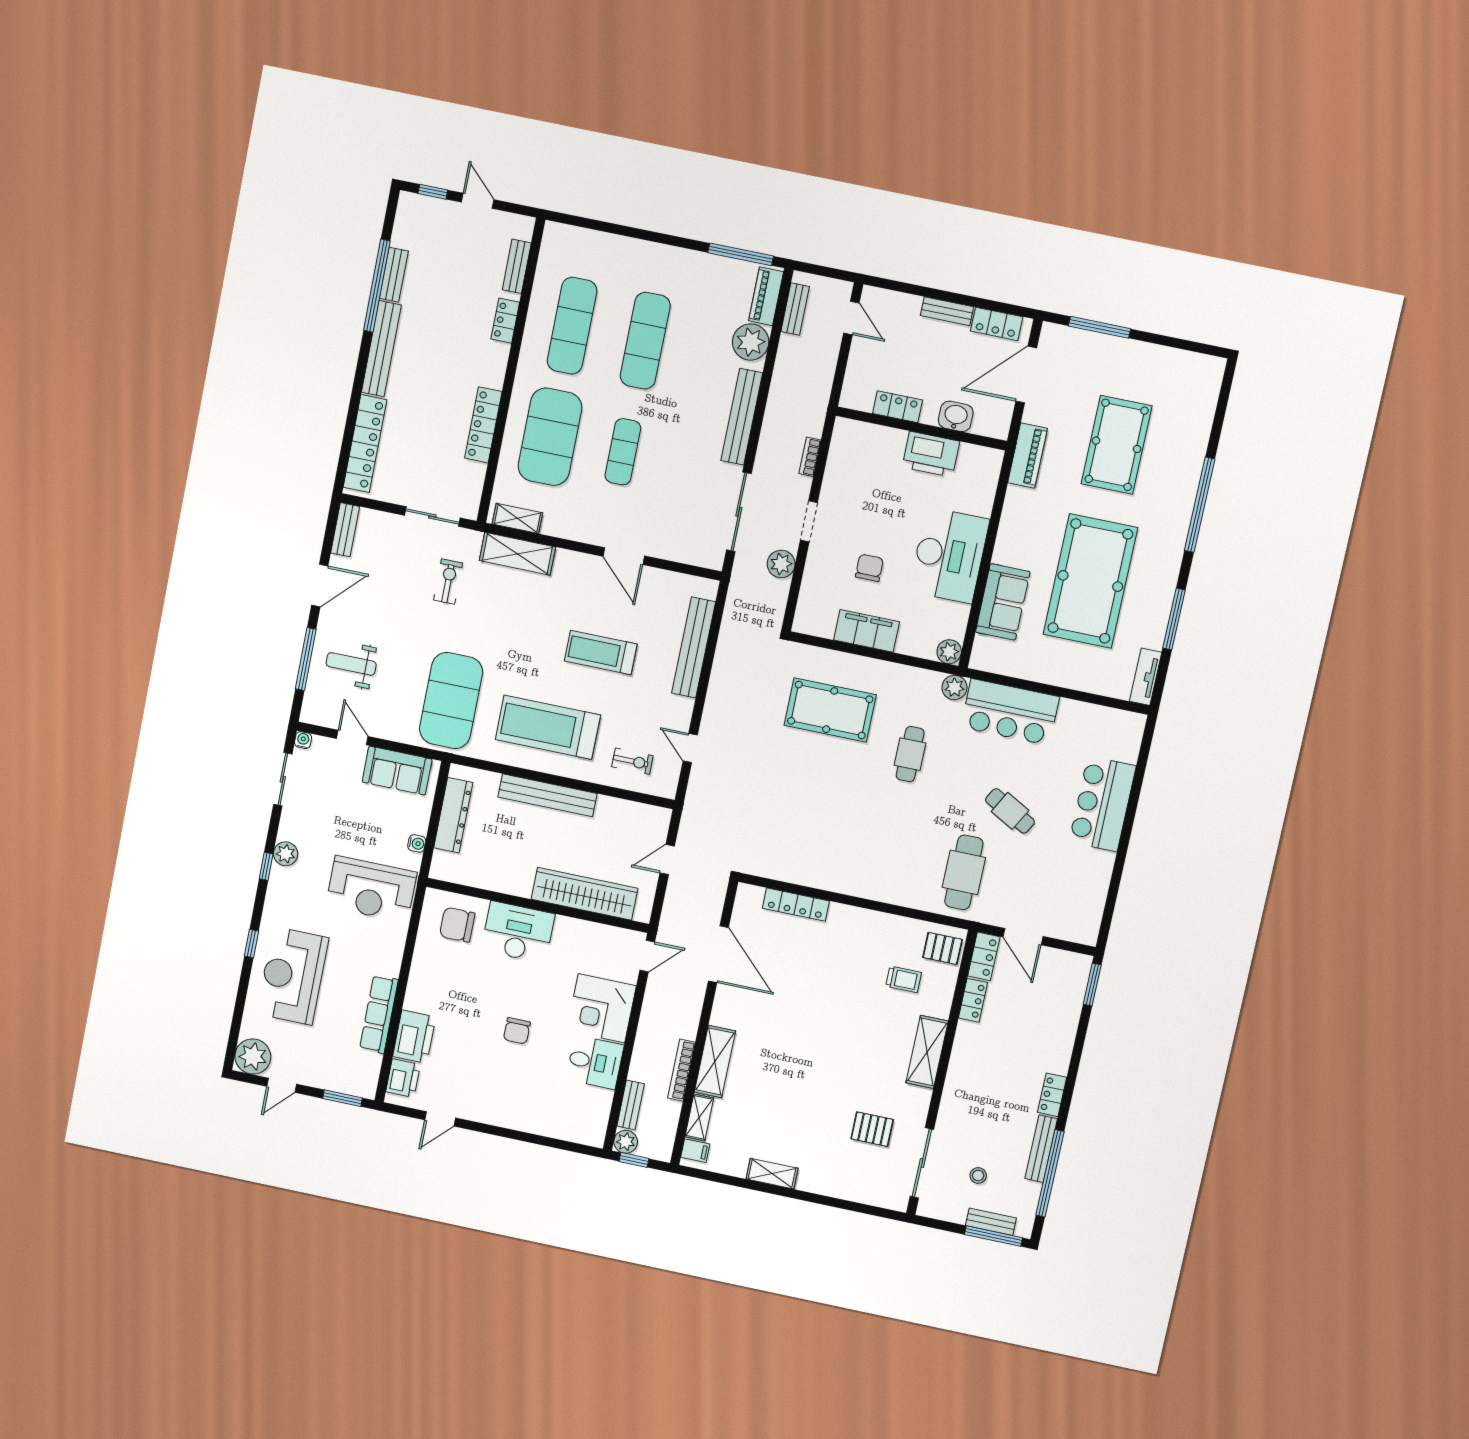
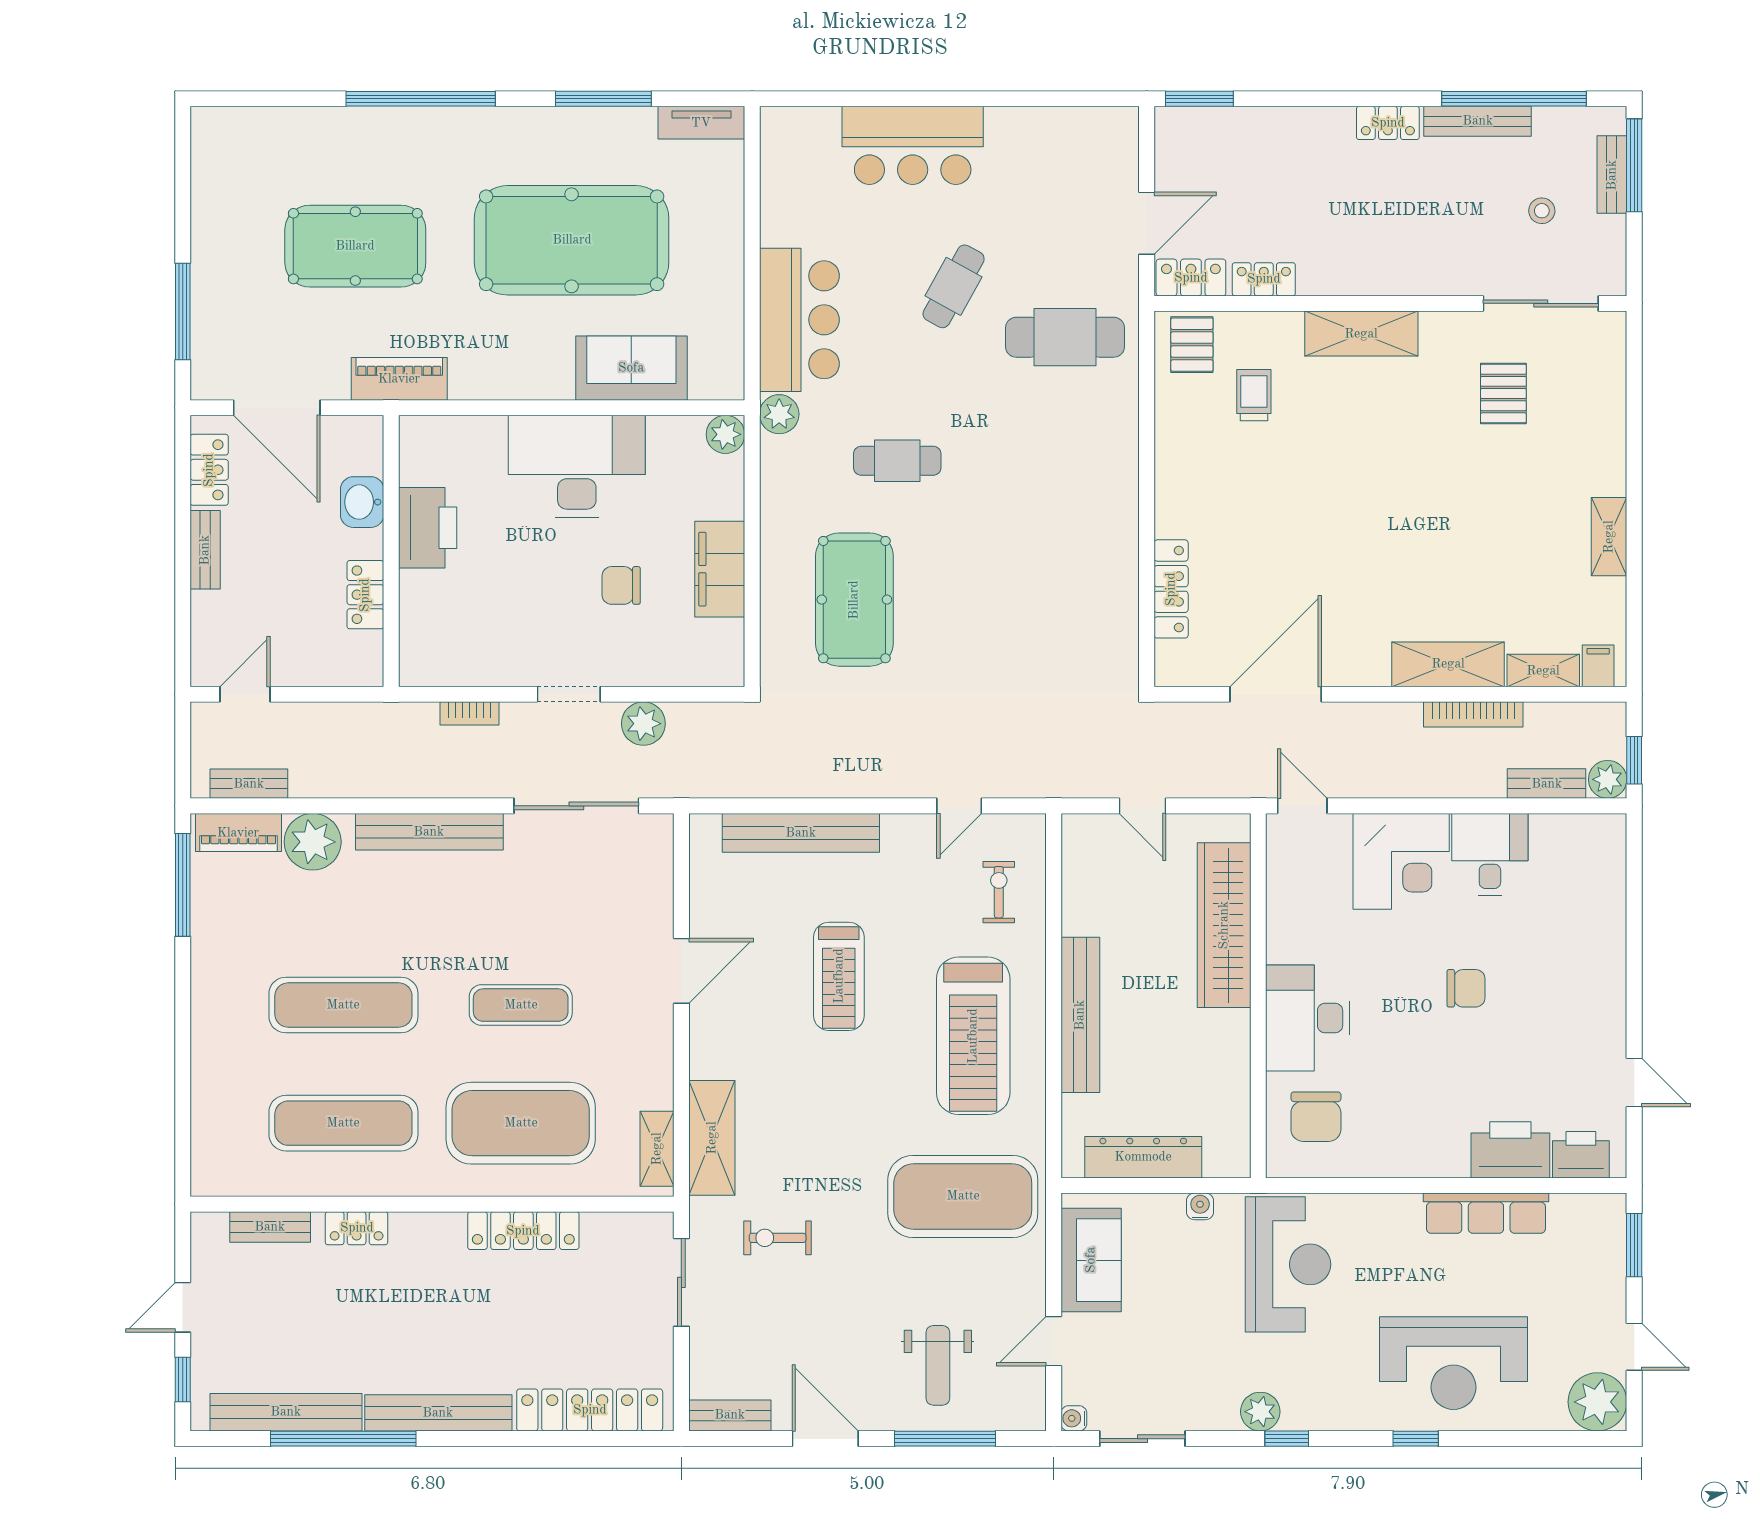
bench: (394, 275) -> (286, 1412), width x1.86, depth x1.21

